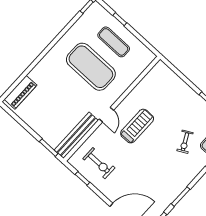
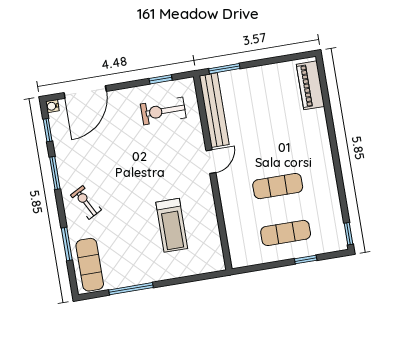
exercise mat: (91, 67) -> (278, 186), width x0.50, depth x0.69
door: (106, 115) -> (211, 162), swing flipped
treadmill: (137, 126) -> (172, 225), moved
exercise bike: (185, 142) -> (86, 202), moved

